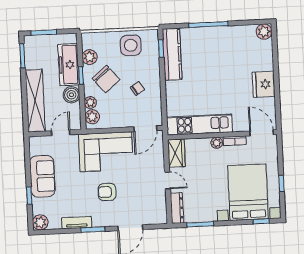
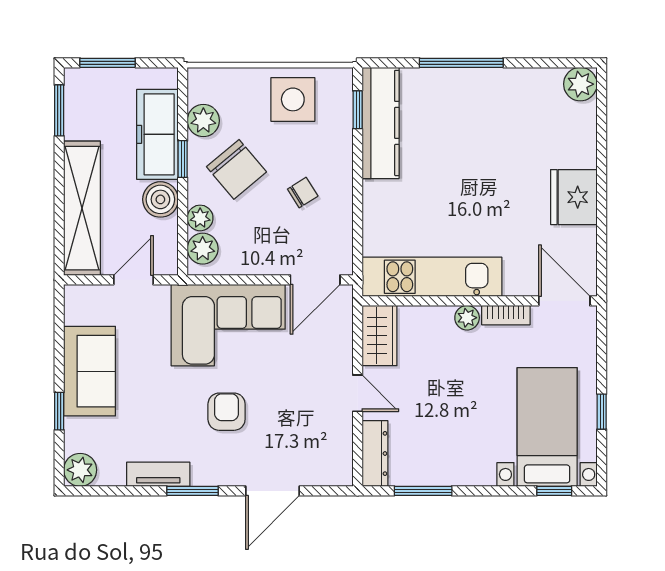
armchair: (107, 192) -> (227, 412), turned 90
bed with nightstands: (248, 192) -> (547, 427), width x0.73

